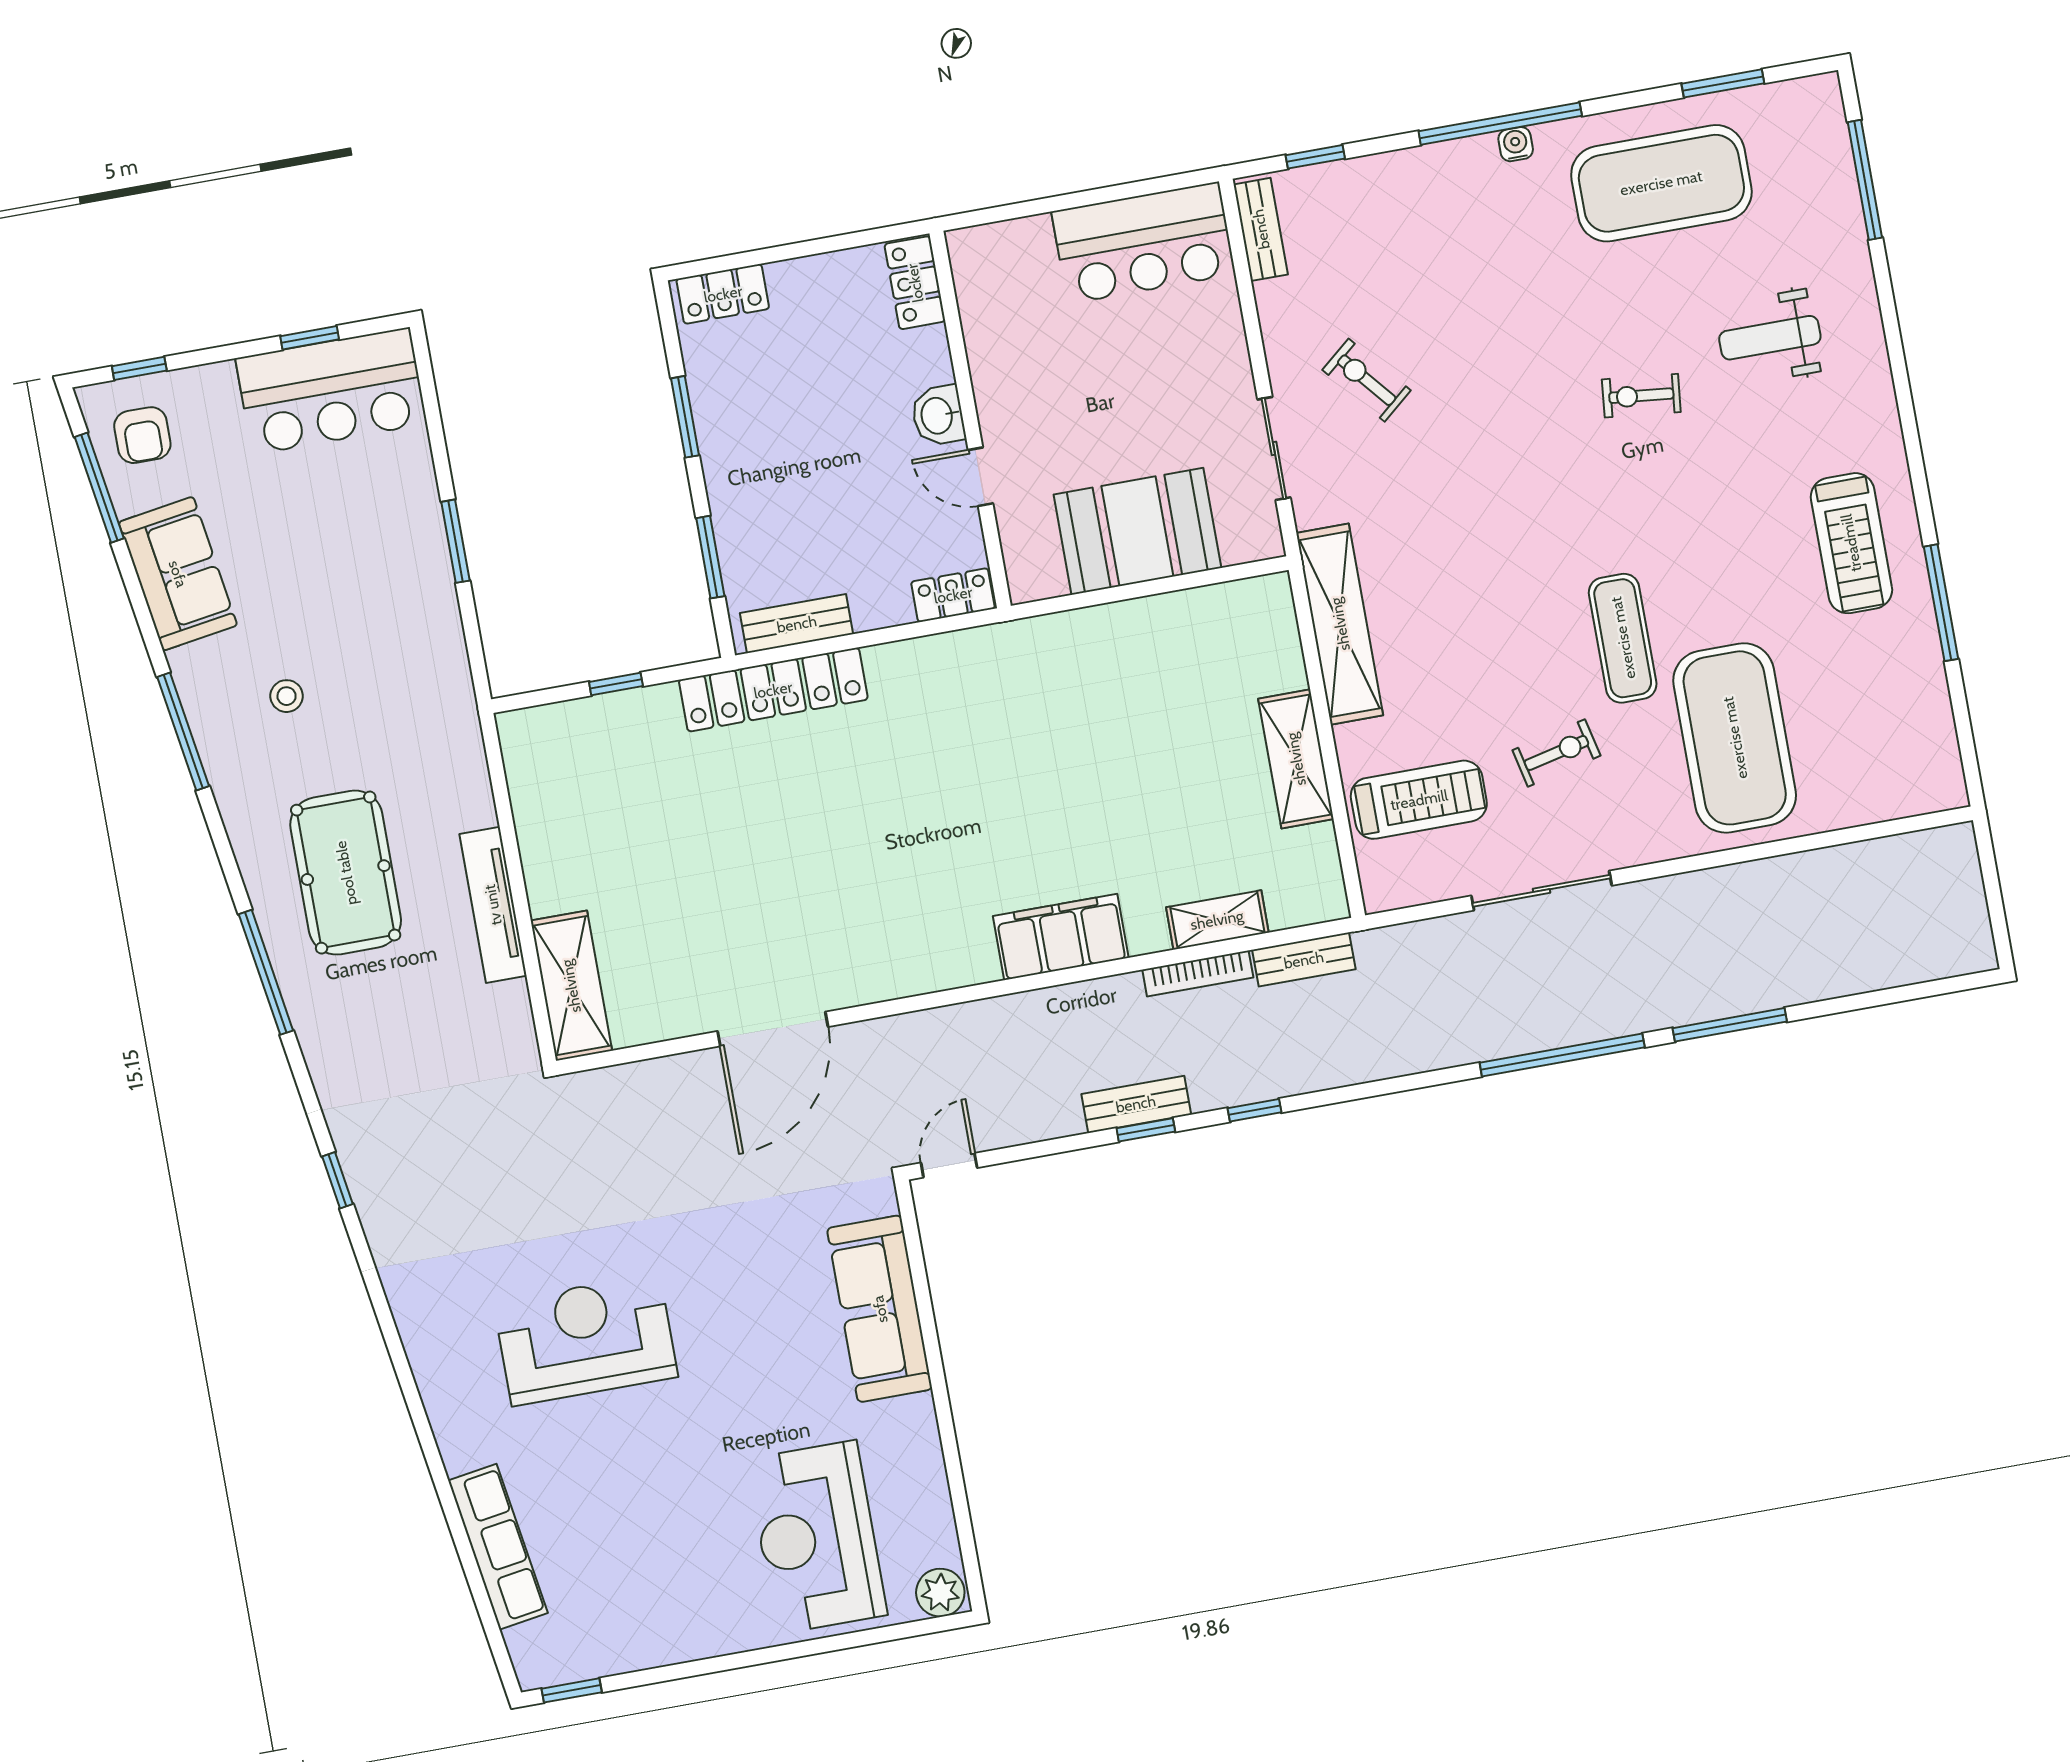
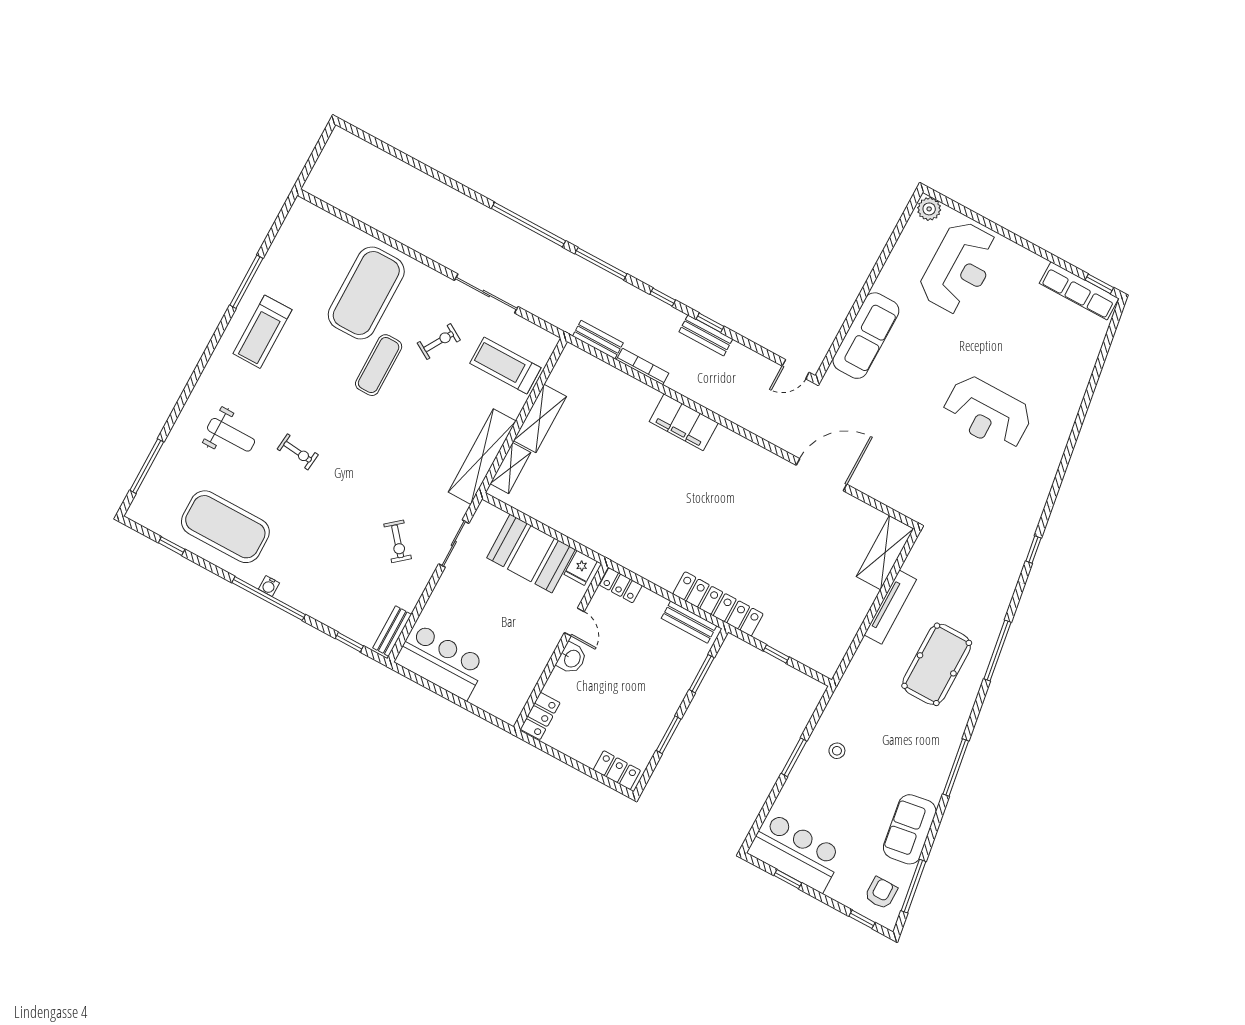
window: (1723, 83) -> (172, 546), width x0.67
treadmill: (1851, 543) -> (262, 332), turned 180
fridge: (1040, 572) -> (581, 568), added
stool: (287, 696) -> (837, 751), moved
exercise bike: (1556, 753) -> (439, 342), turned 134
shelving: (1217, 920) -> (510, 468), moved, turned 90
window: (1730, 1025) -> (601, 264), moved
row of seats: (498, 1547) -> (1079, 291), moved, turned -81

